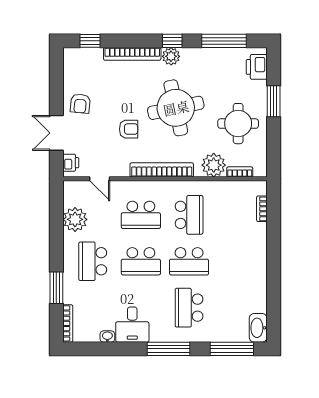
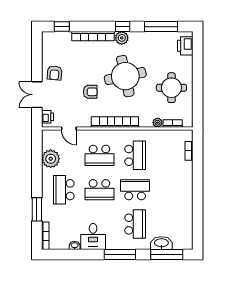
window: (274, 101) -> (198, 71), removed
plant: (214, 165) -> (157, 123), width x0.53, depth x0.53
school desk: (189, 261) -> (135, 190), turned 180
school desk: (189, 308) -> (135, 224), turned 180
washbasin: (258, 328) -> (161, 243), moved, turned 90

